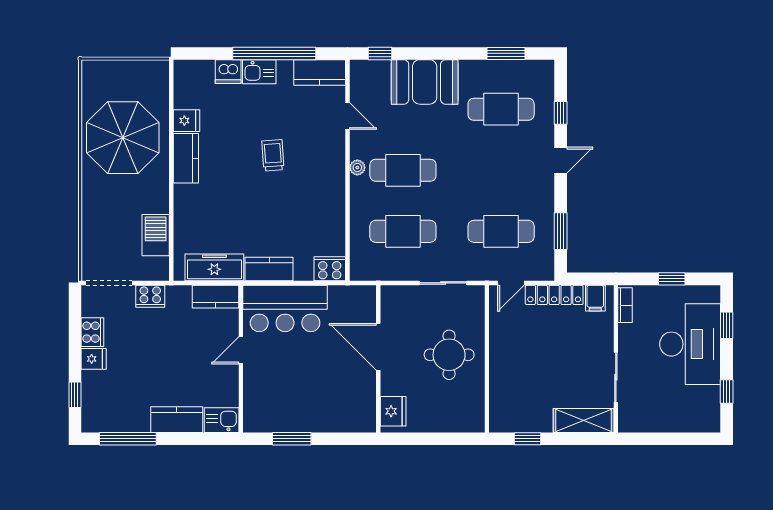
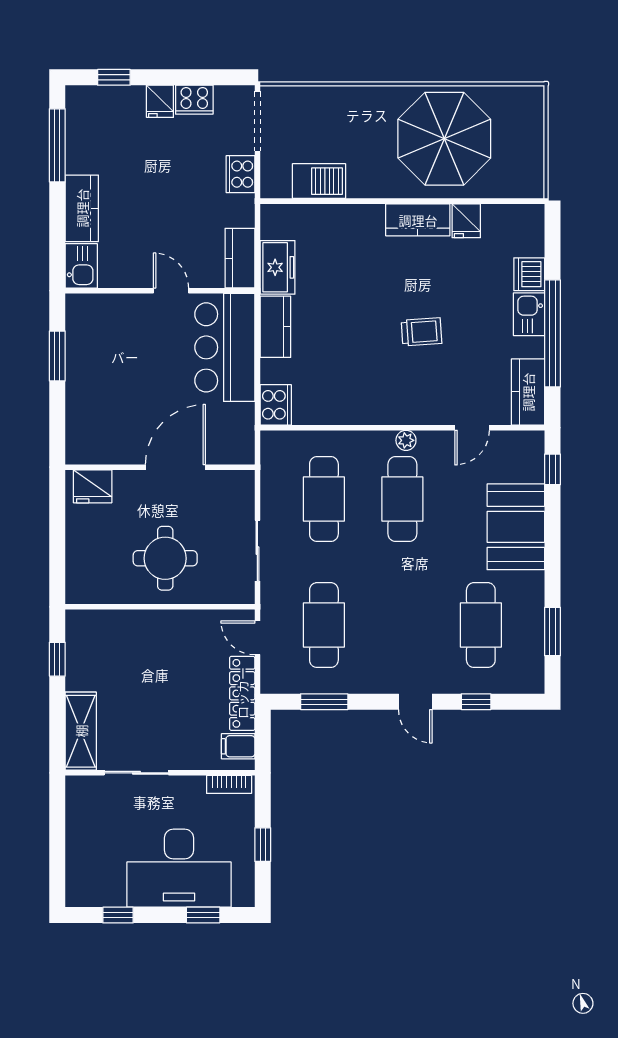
freezer: (214, 267) -> (278, 267), width x0.71

